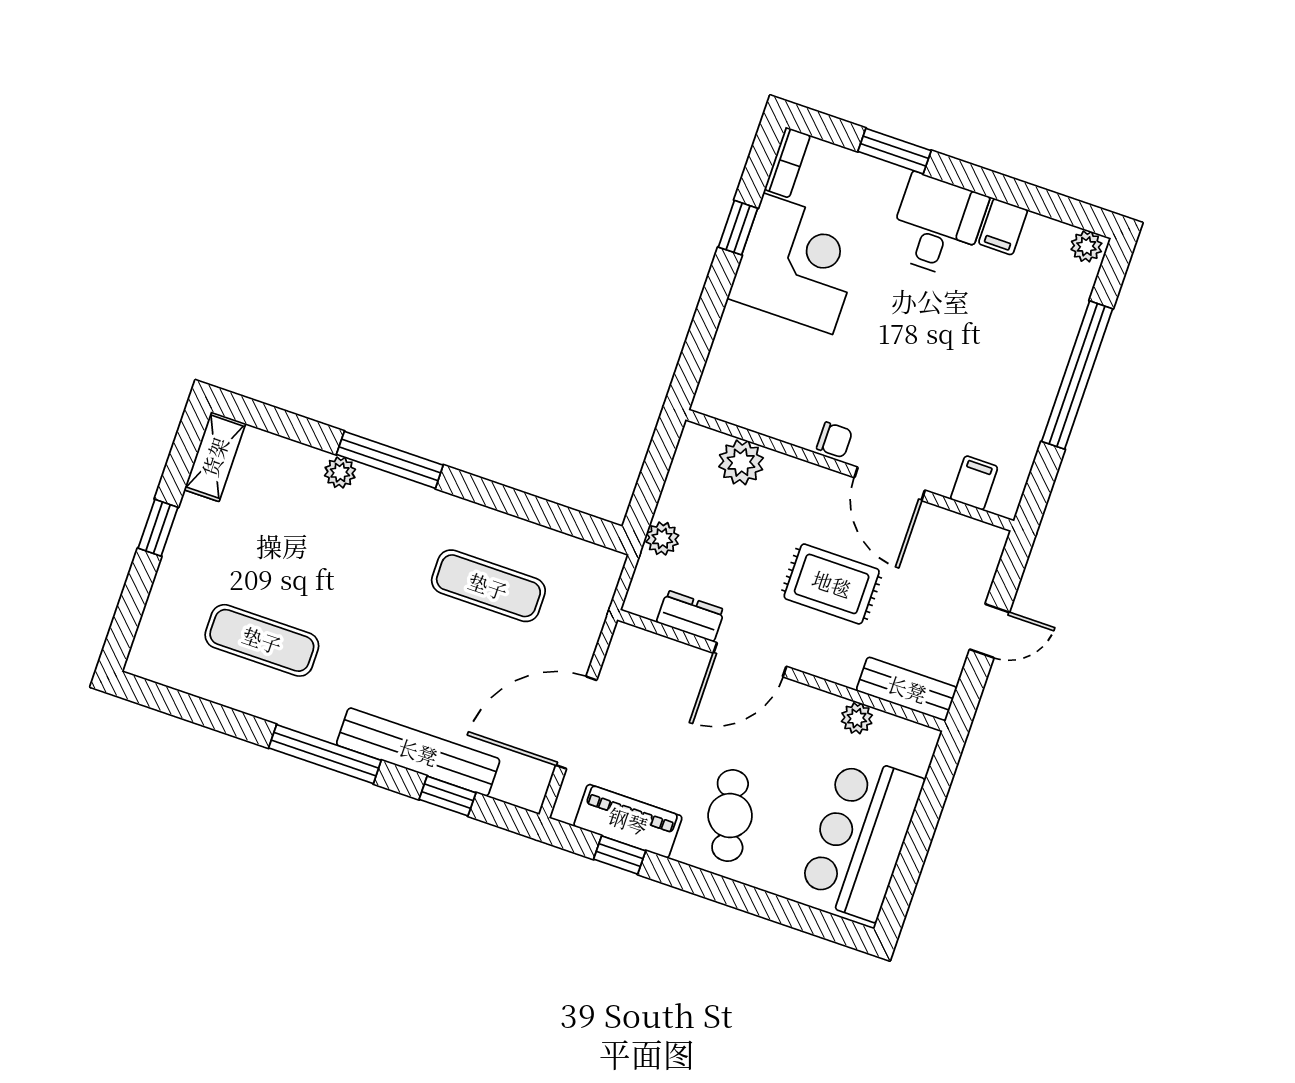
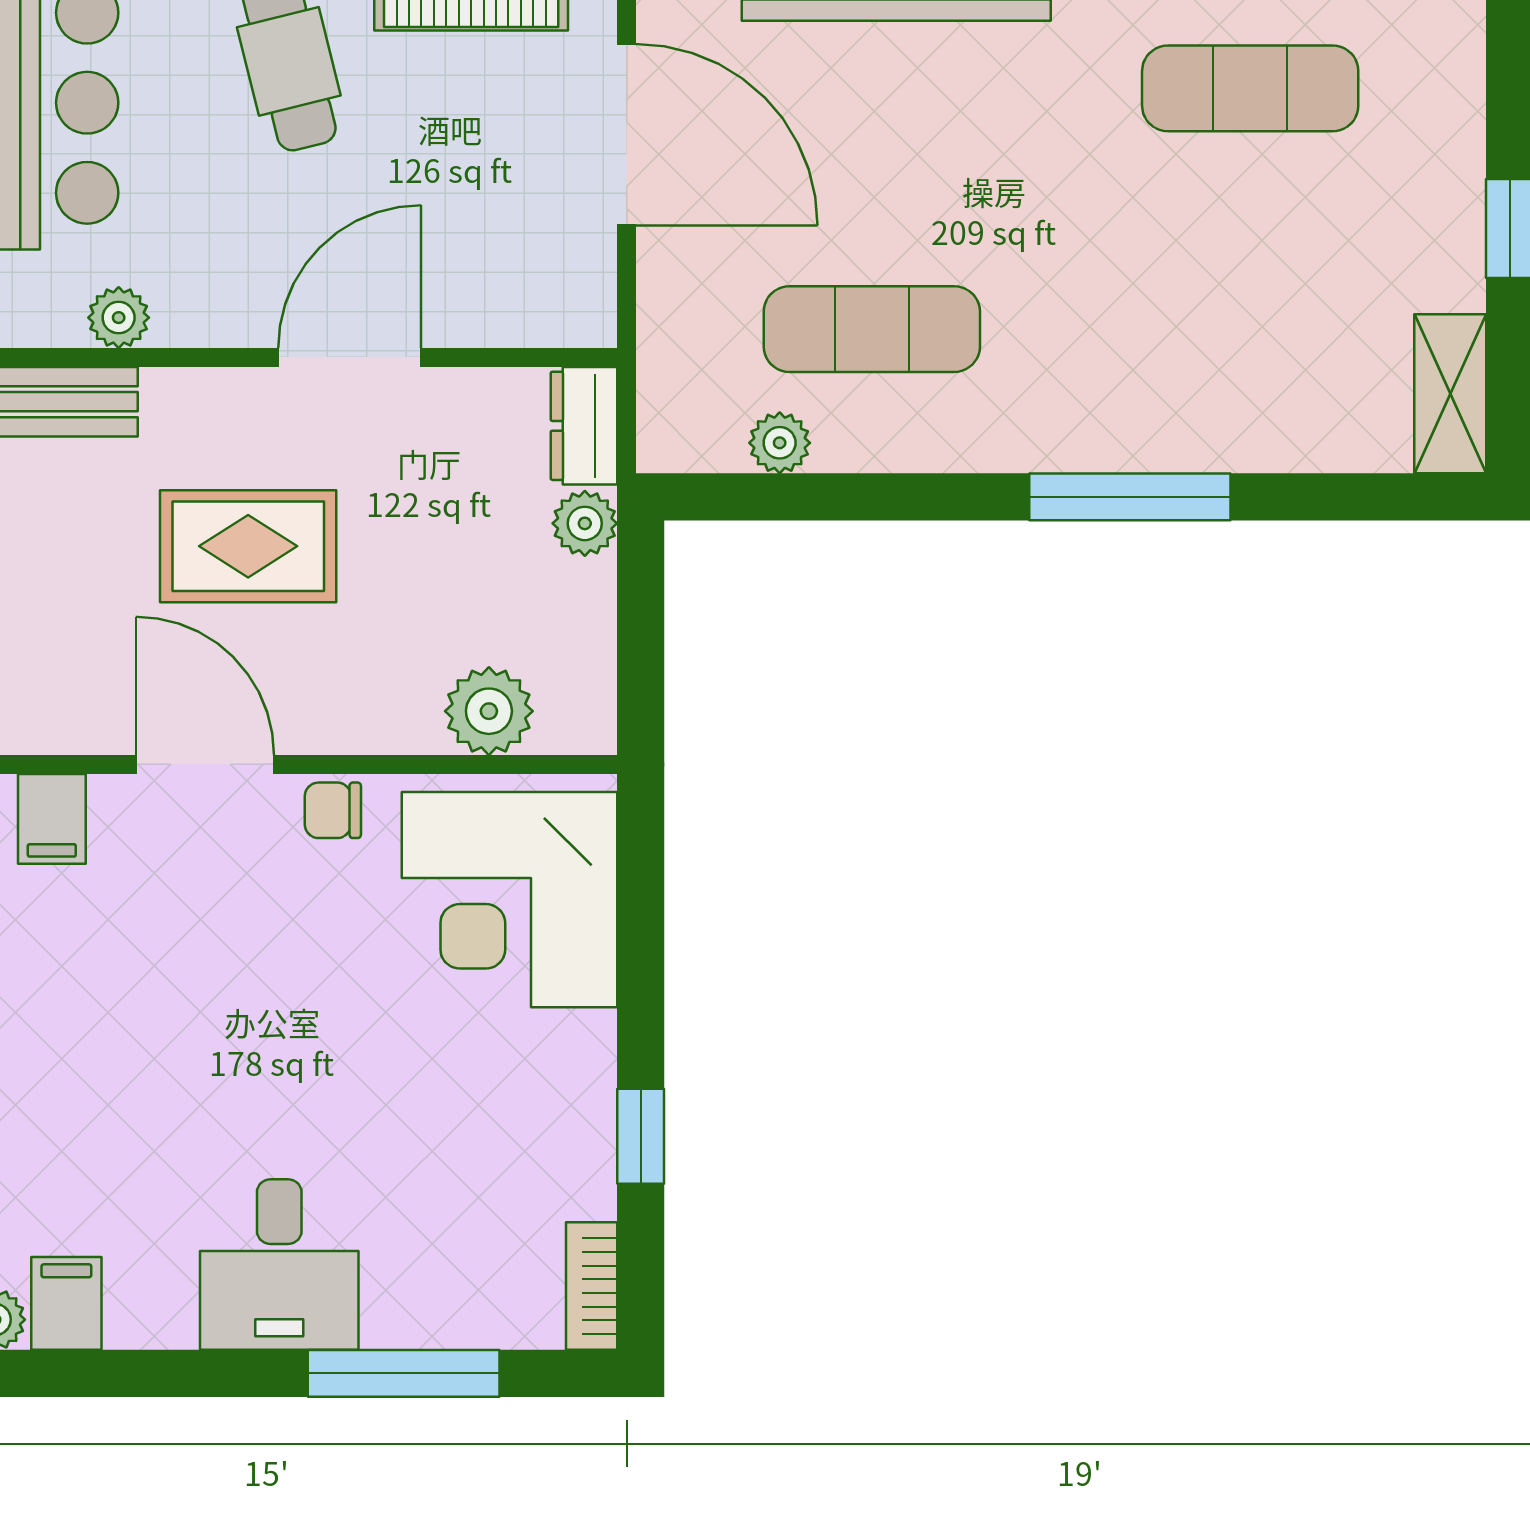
window: (894, 151) -> (404, 1373), width x1.44
filing cabinet: (1003, 227) -> (66, 1303), moved
corner desk: (798, 264) -> (509, 900), moved
plant: (340, 472) -> (780, 443), moved
dresser: (691, 616) -> (584, 426), moved, turned 90
door: (576, 723) -> (627, 135), hinge flipped

